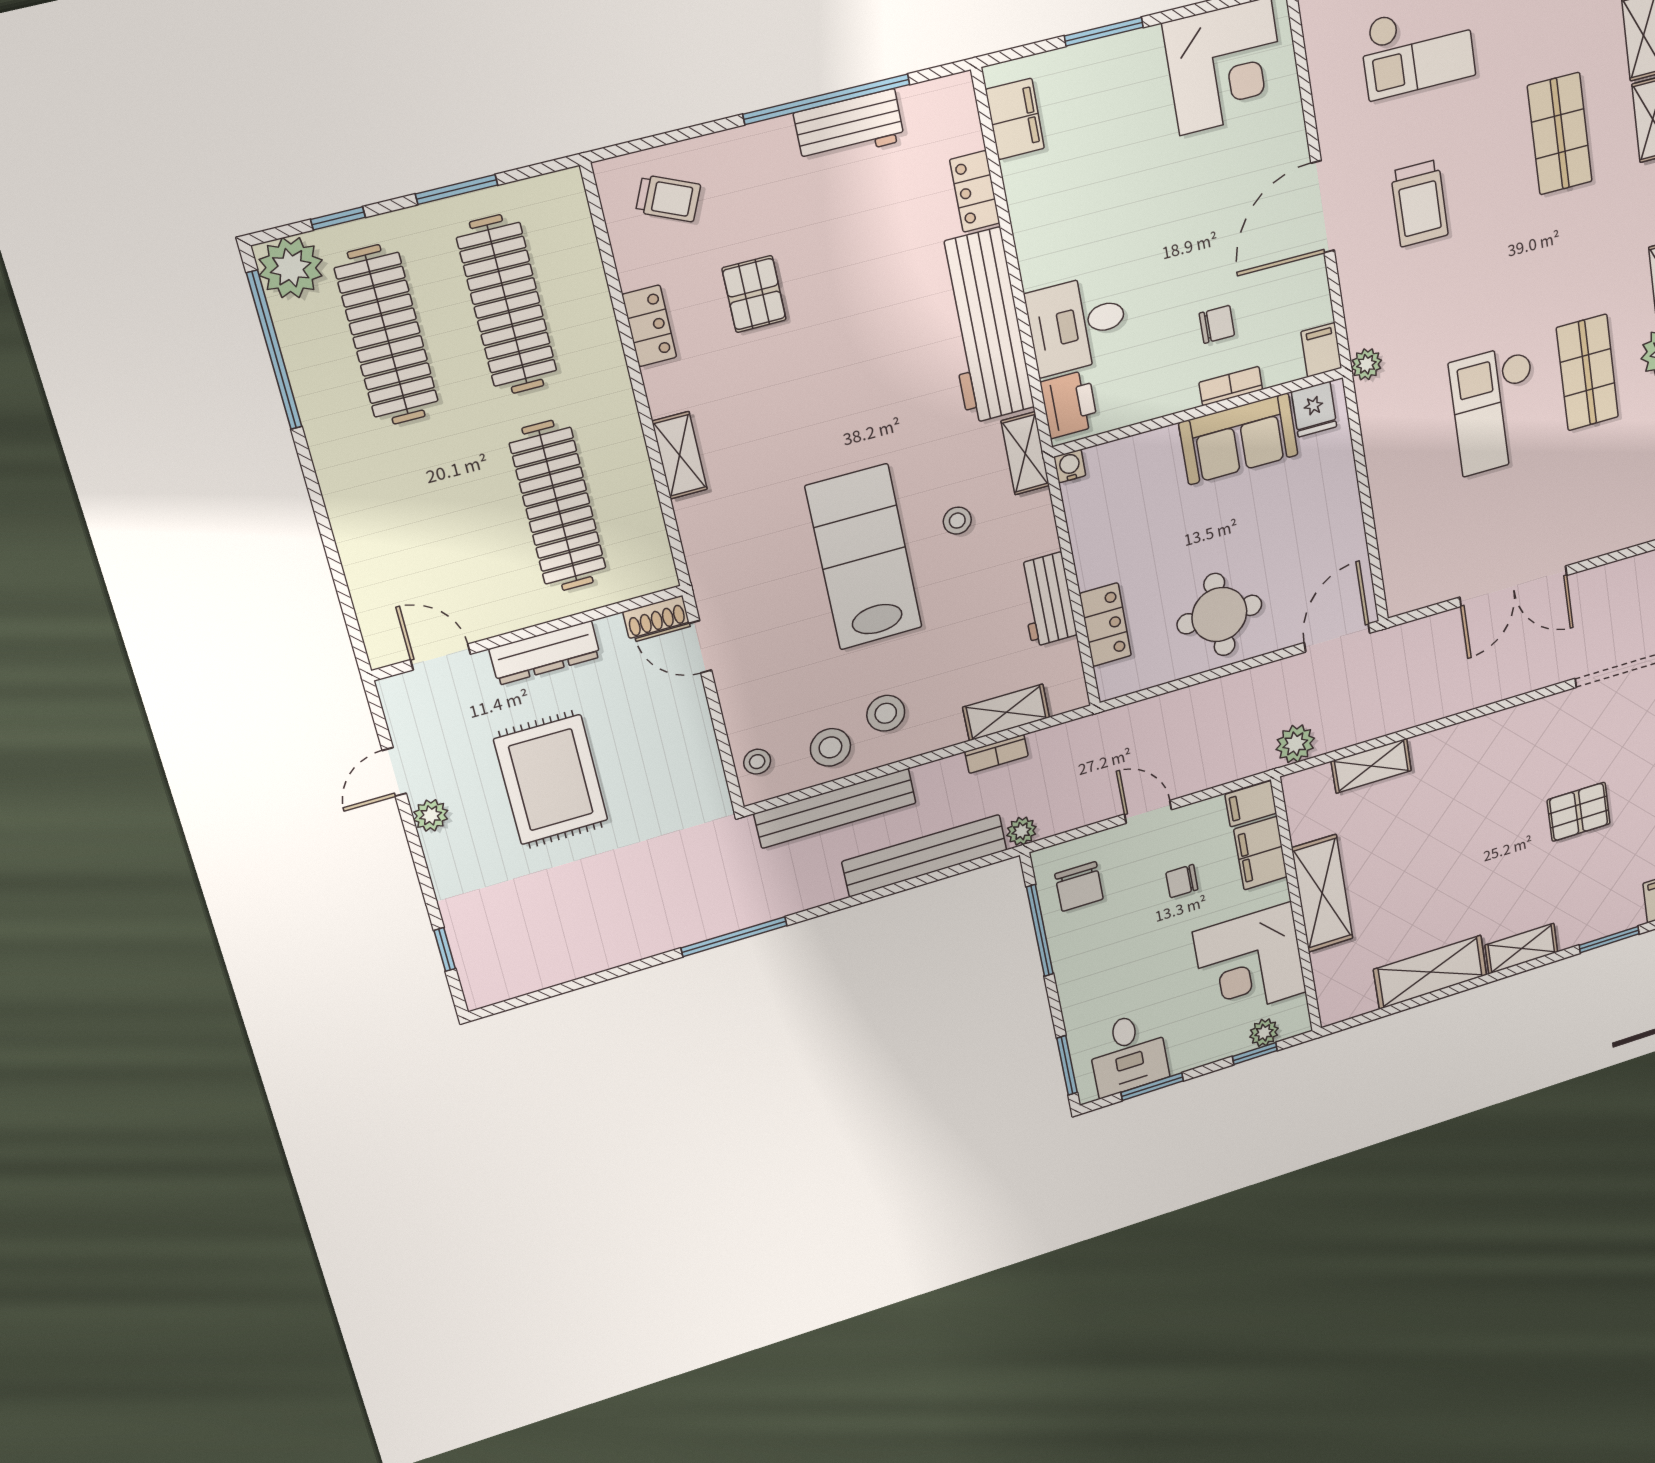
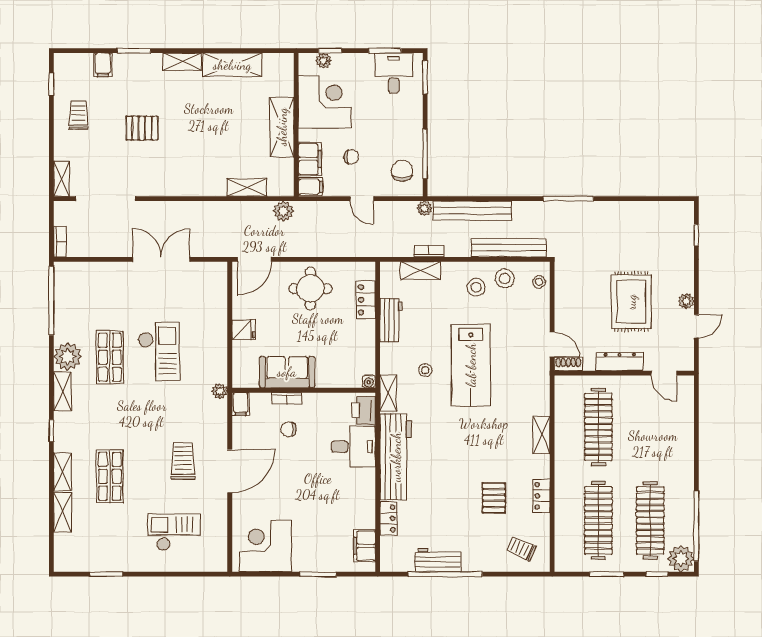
fridge: (1314, 409) -> (244, 330), moved, turned 90

